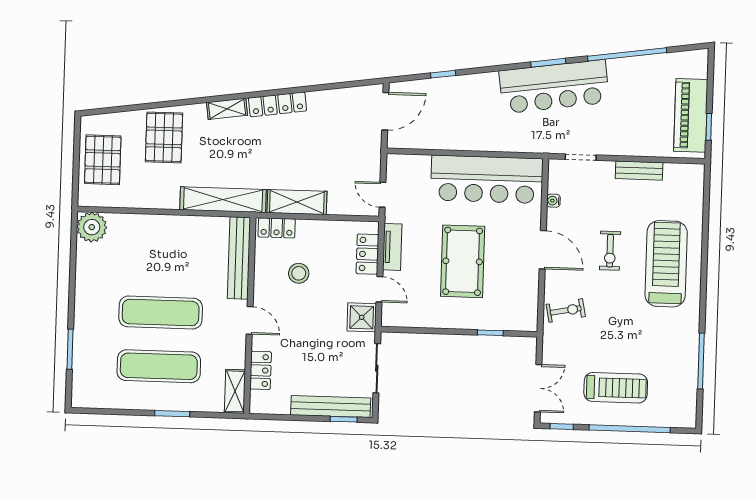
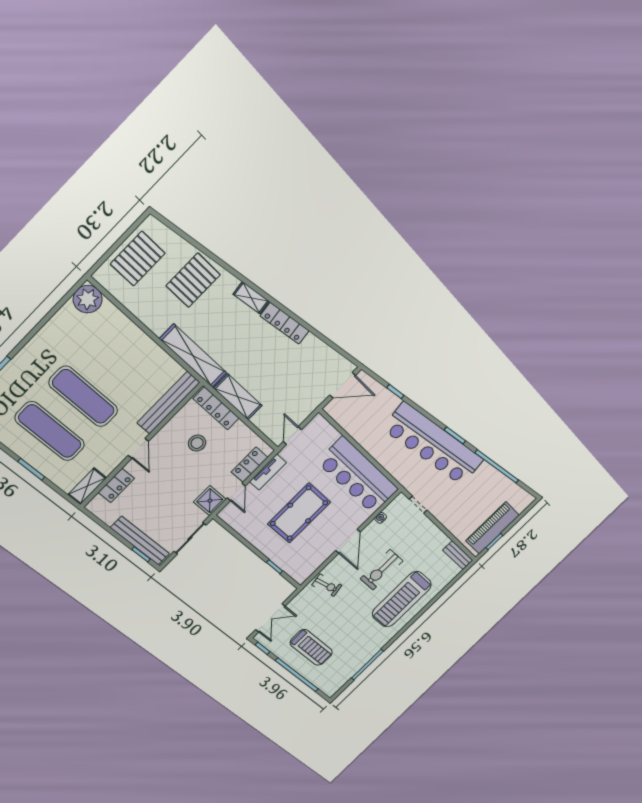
bar counter: (554, 87) -> (434, 444), width x1.36
bench: (639, 171) -> (458, 555), moved
locker: (277, 228) -> (216, 408), width x1.53
exercise bike: (610, 251) -> (382, 570), width x1.38, depth x1.39
treadmill: (666, 264) -> (402, 599), turned 180

